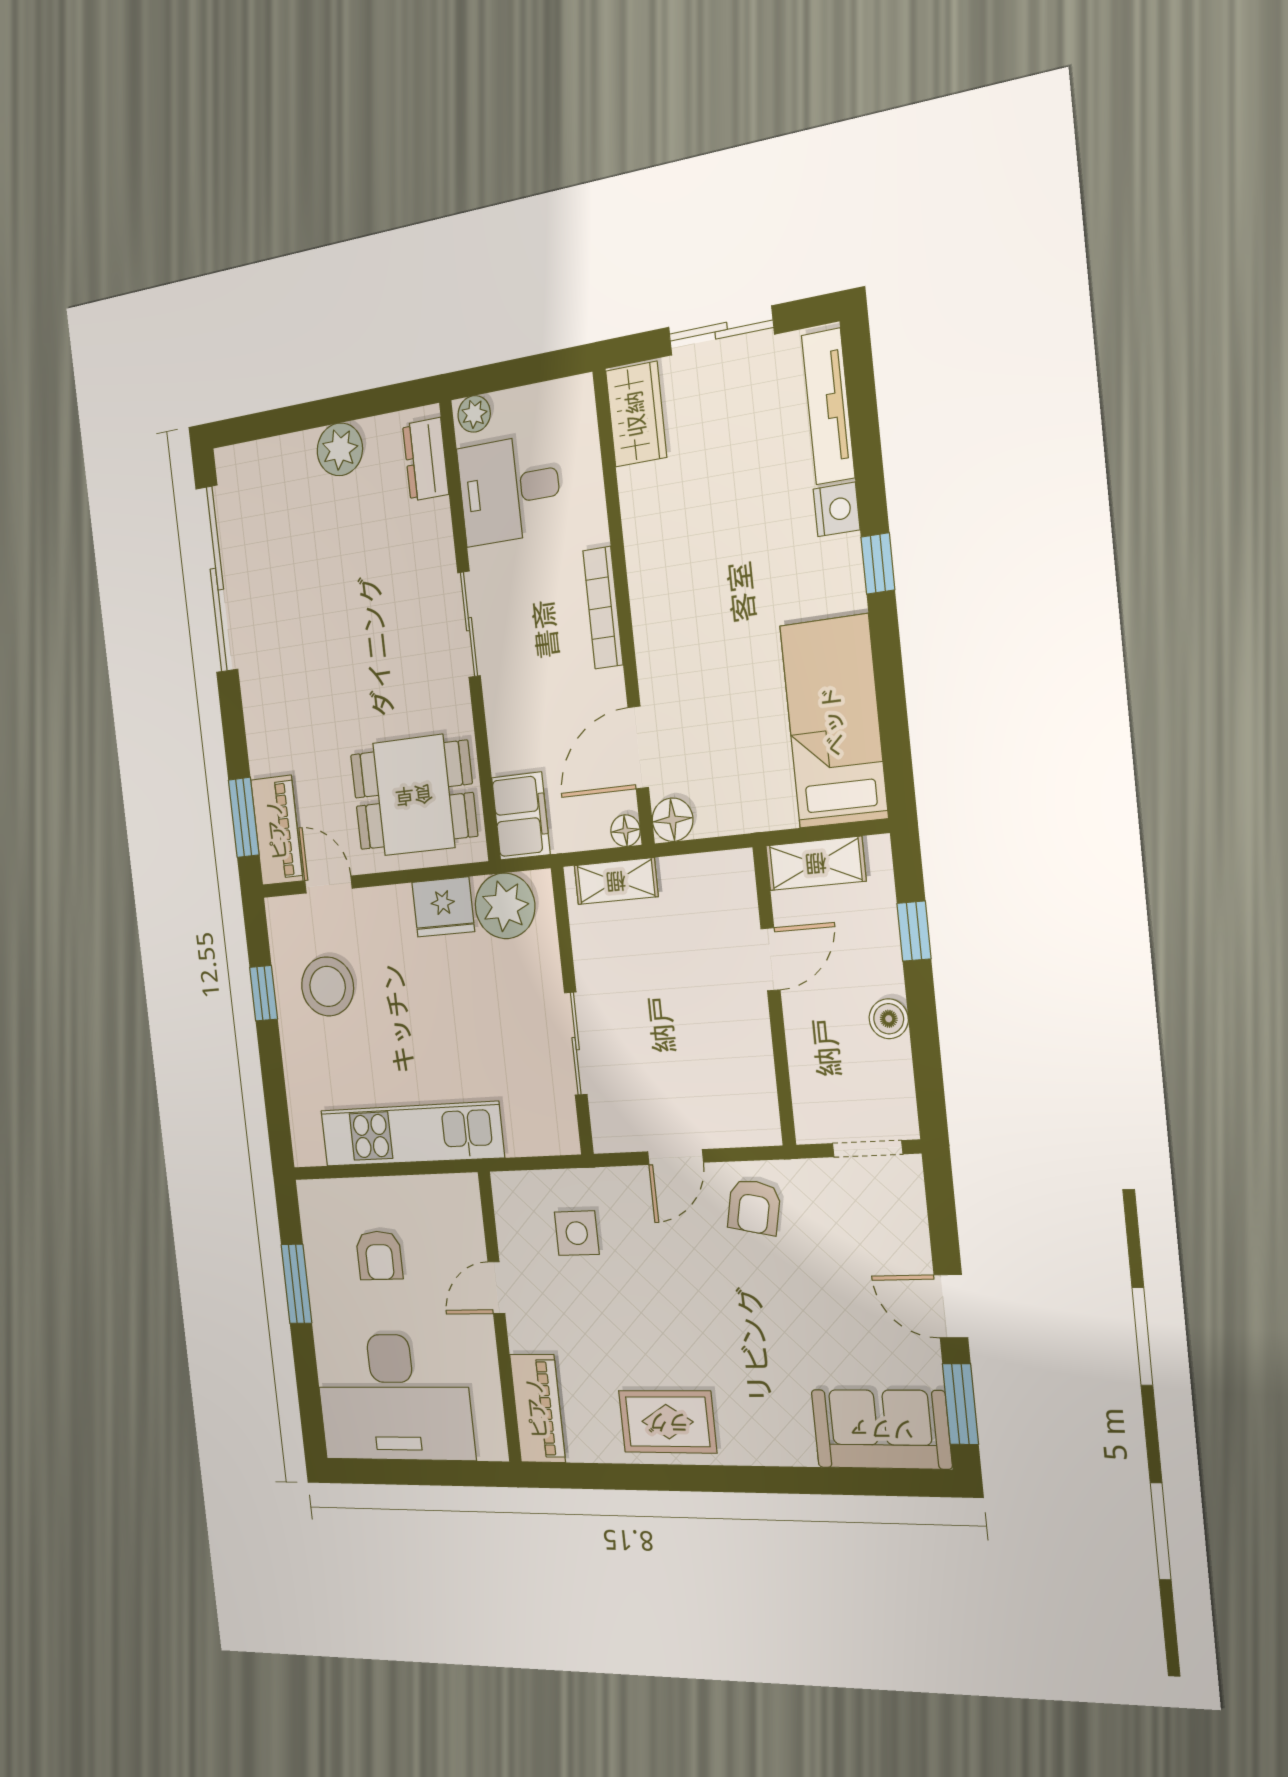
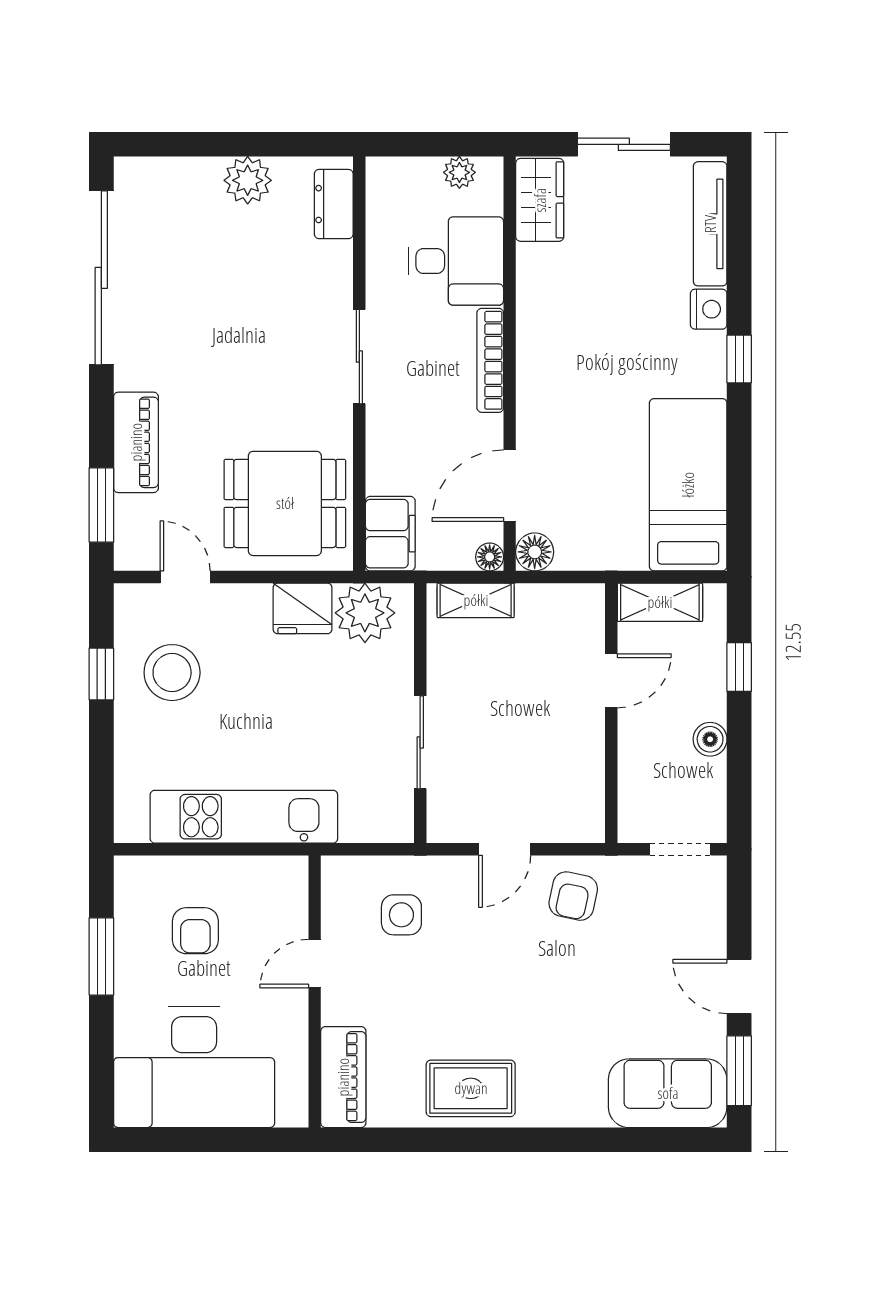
plant: (474, 414) -> (459, 172), moved
desk: (509, 490) -> (456, 261), moved, turned 180
piano: (277, 830) -> (136, 442), moved

